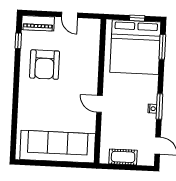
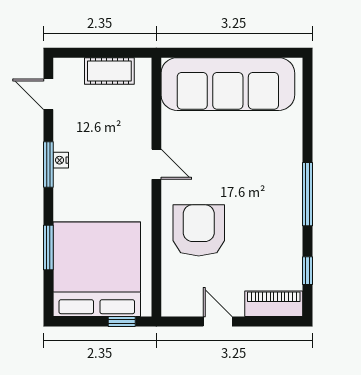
window: (137, 18) -> (122, 321), moved
window: (162, 47) -> (48, 247), moved
armchair: (45, 65) -> (199, 230), moved
window: (16, 83) -> (307, 194), added

